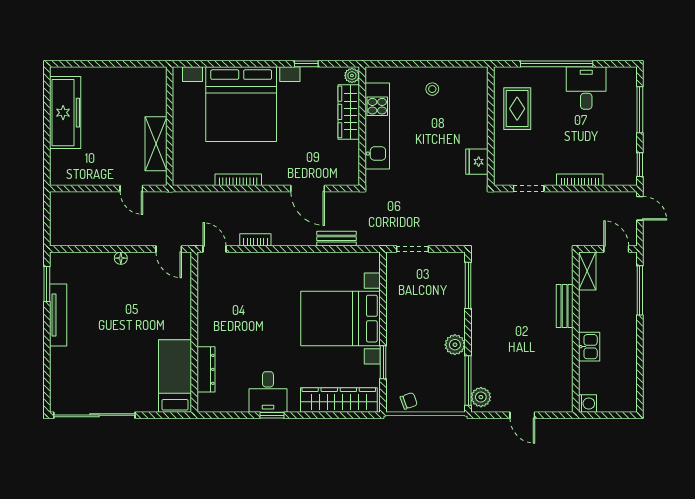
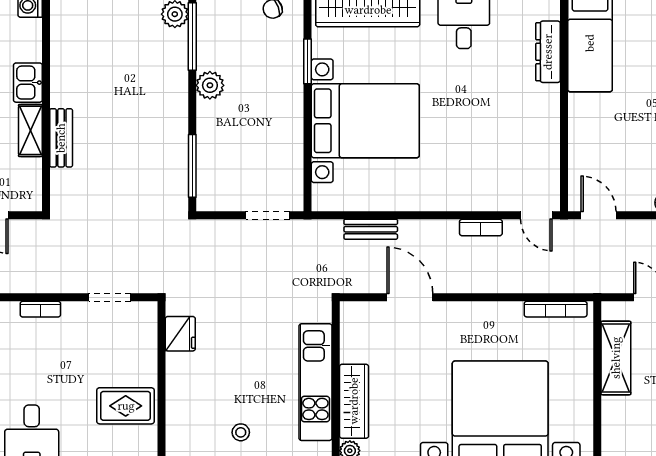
rug: (517, 109) -> (126, 406), turned 90
bookcase: (238, 180) -> (556, 309), moved
bookcase: (580, 180) -> (40, 309), width x0.64
shelving: (587, 271) -> (30, 130), moved

